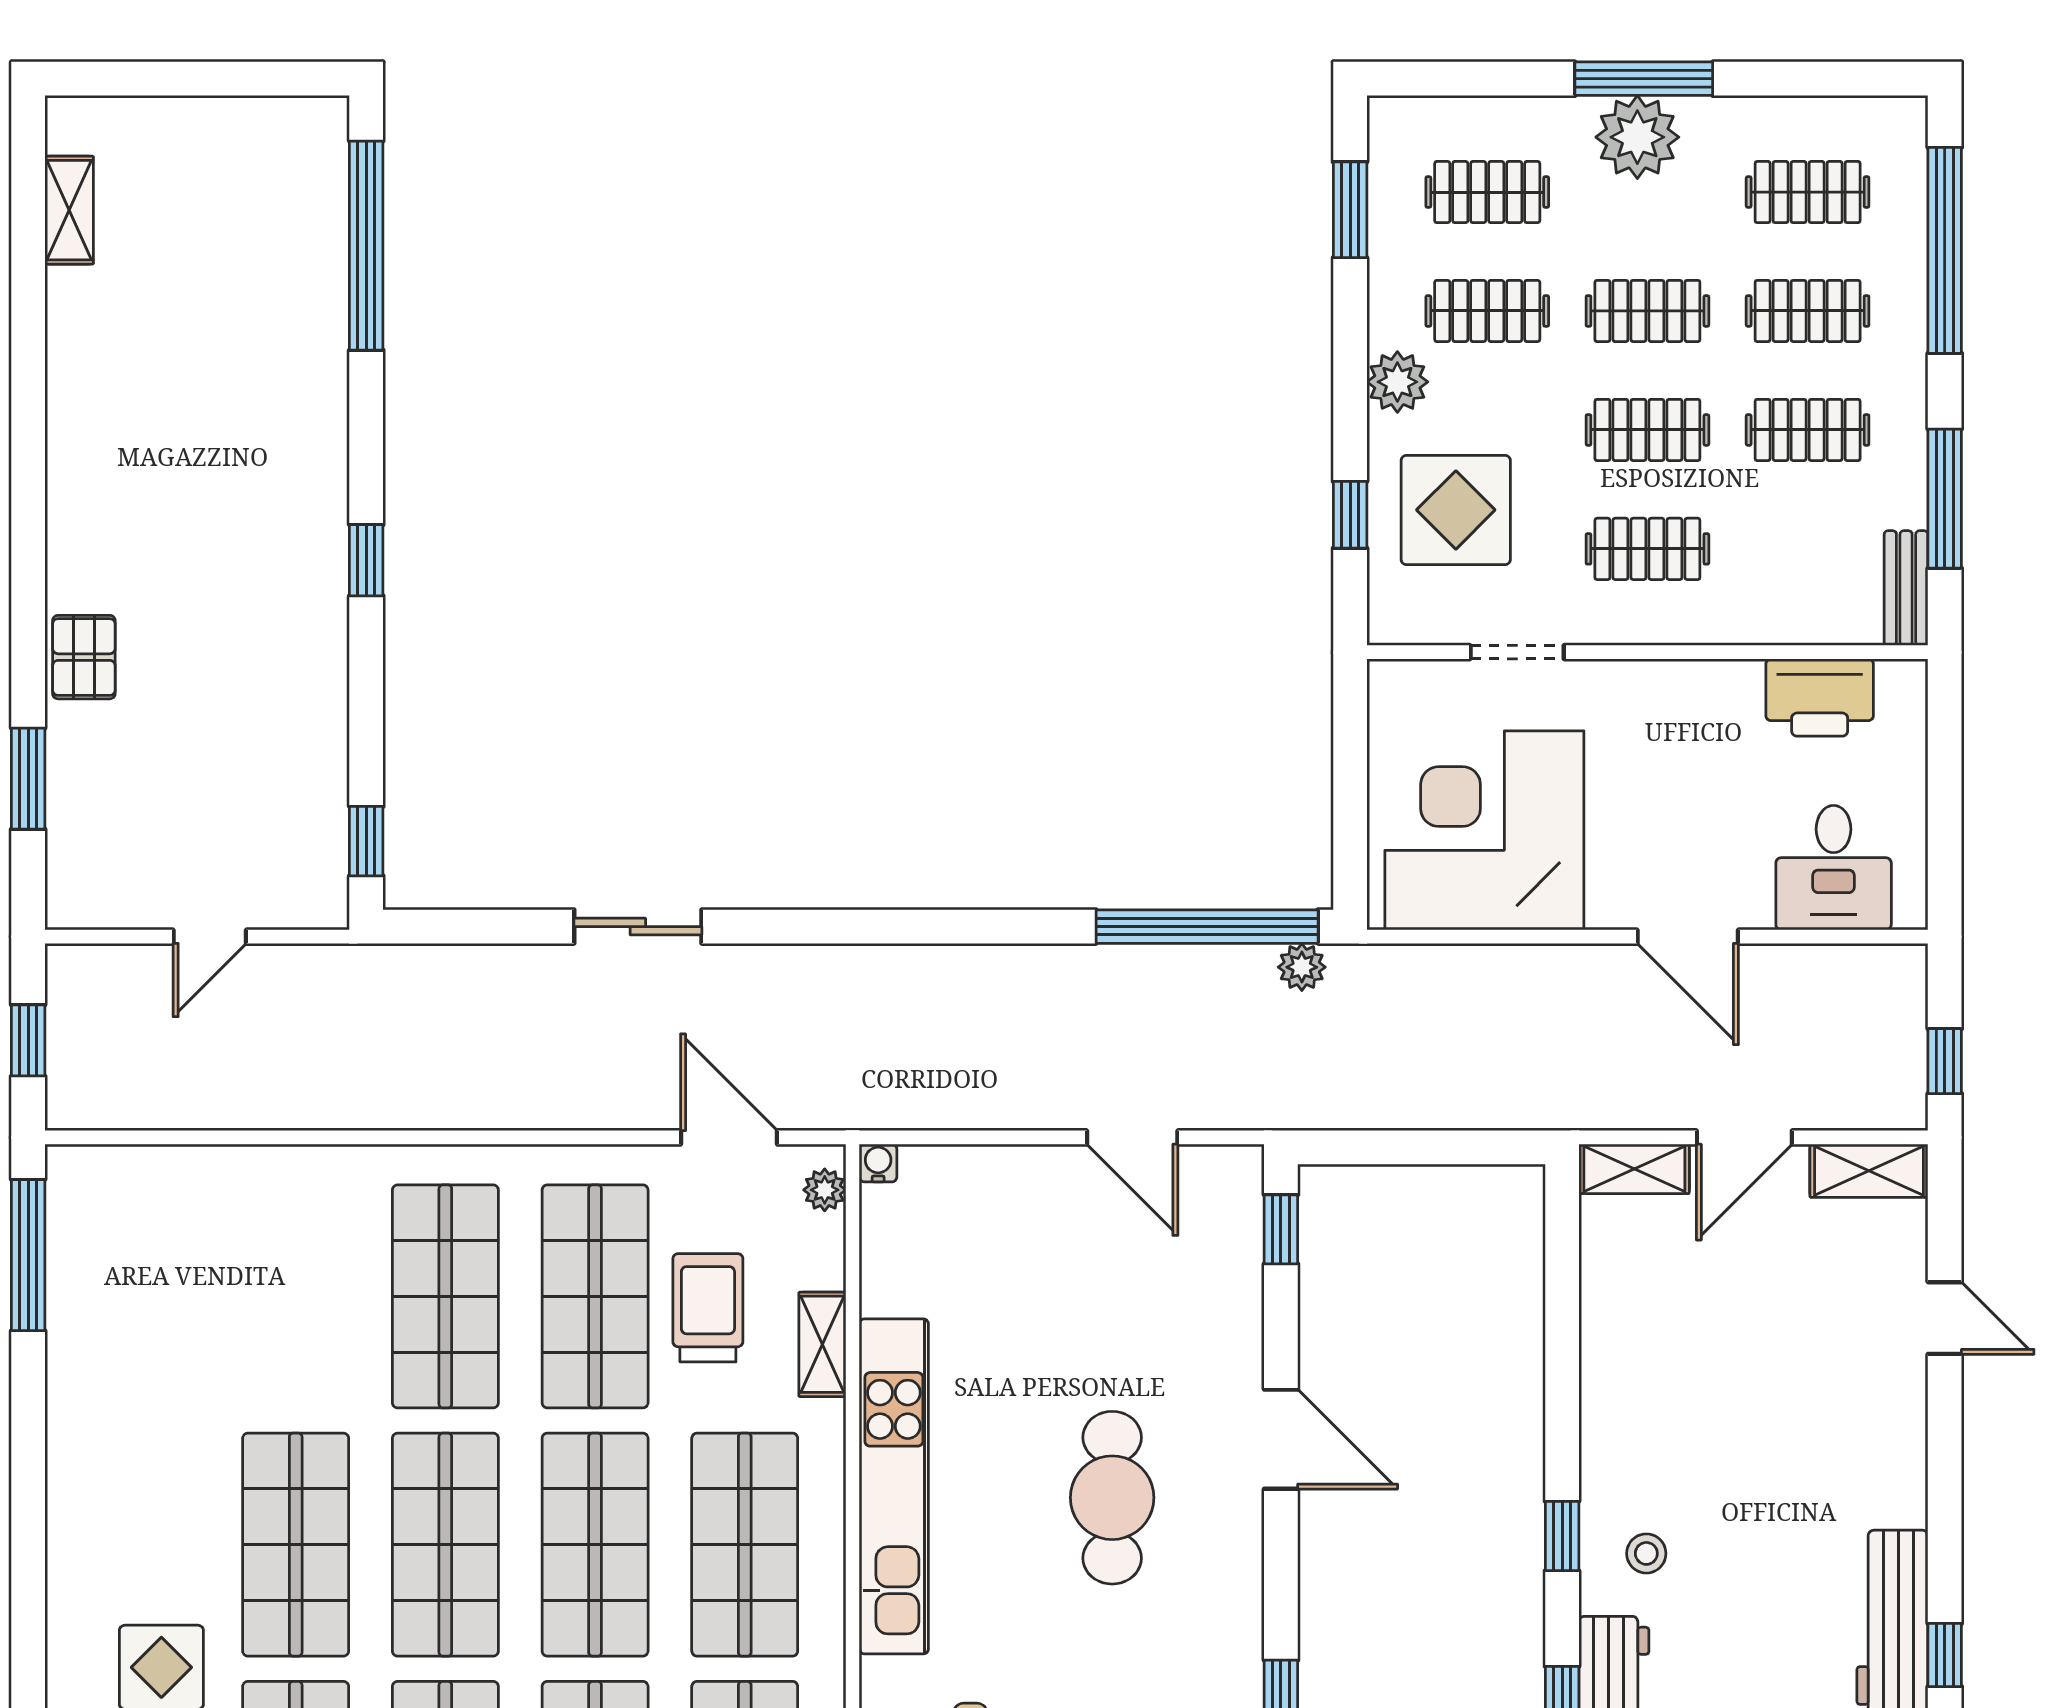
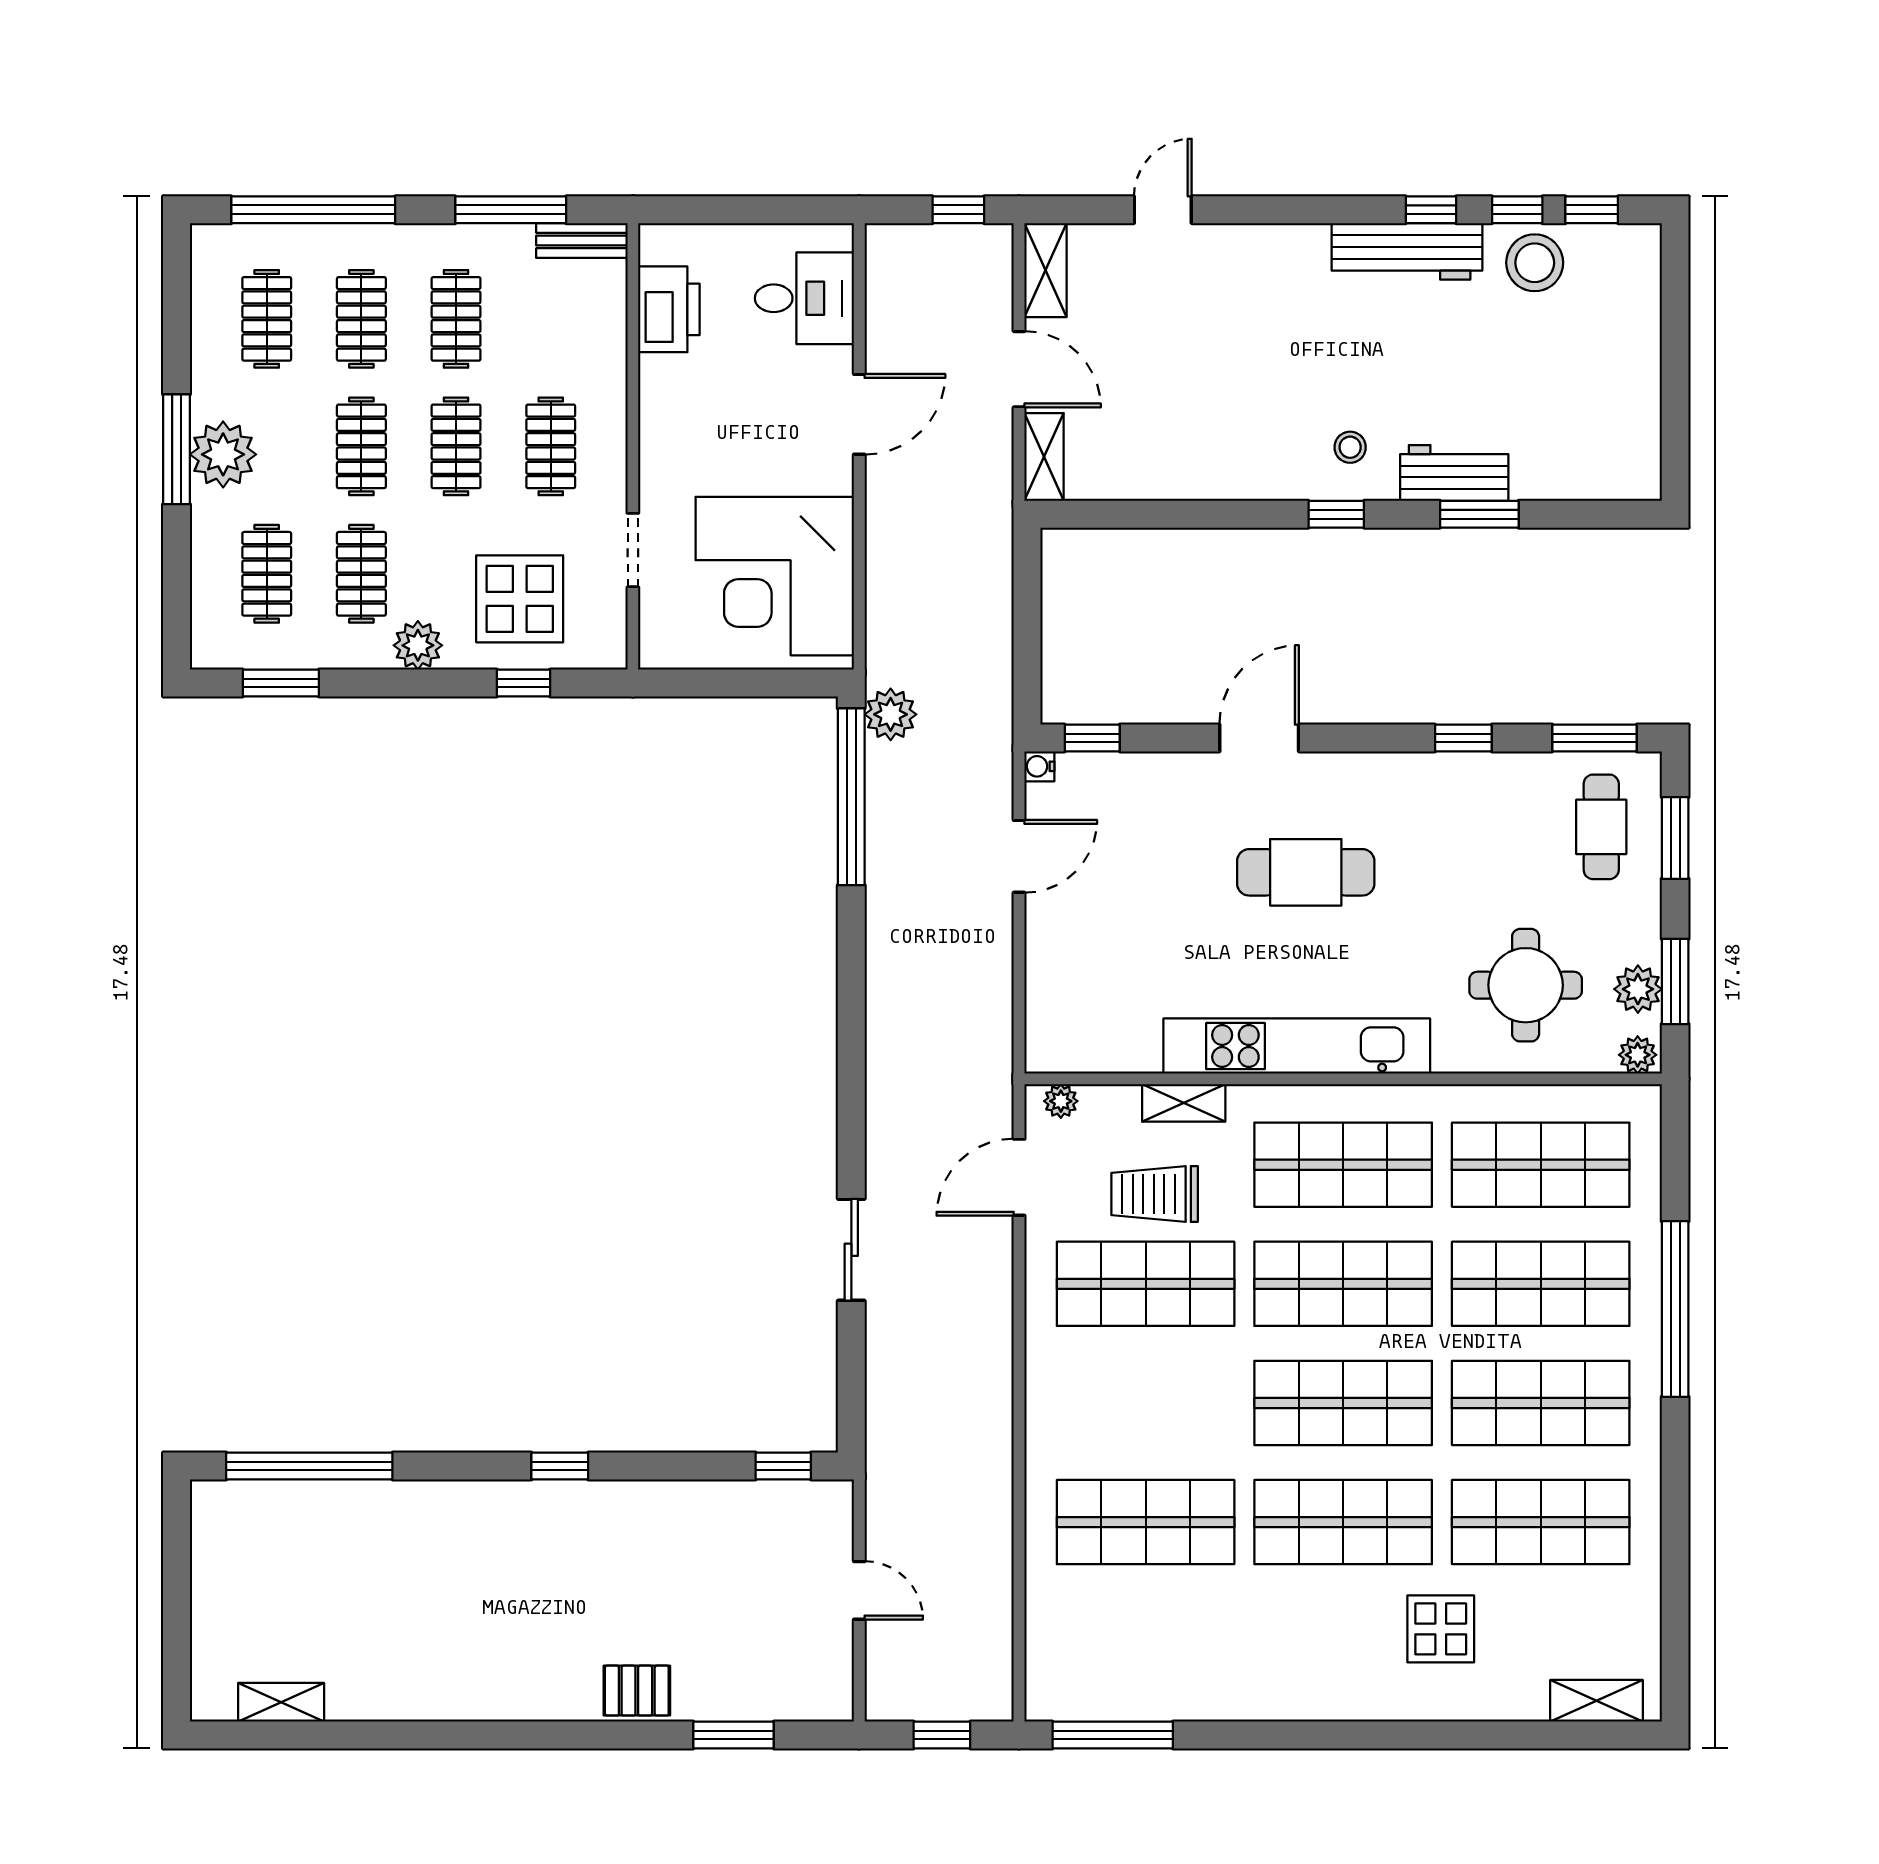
plant: (1302, 967) -> (891, 714), width x1.38, depth x1.38
water cooler: (878, 1163) -> (1039, 766), moved
shop shelf: (445, 1296) -> (1146, 1522), moved

